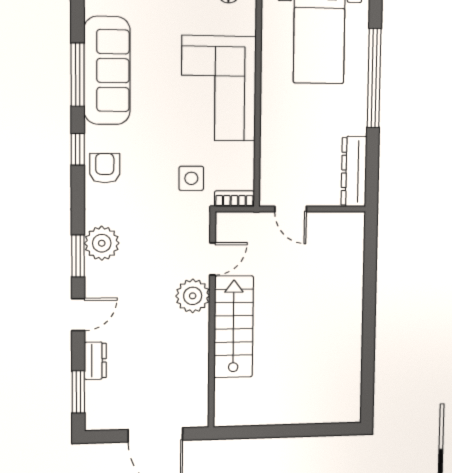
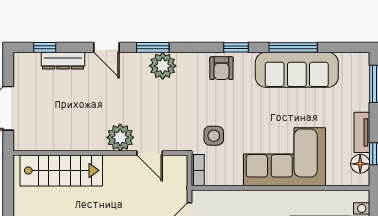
armchair: (105, 168) -> (221, 68), turned 90
stairs: (234, 327) -> (61, 170), moved
dresser: (95, 361) -> (63, 61), width x1.44
window: (78, 392) -> (45, 47), width x0.67

